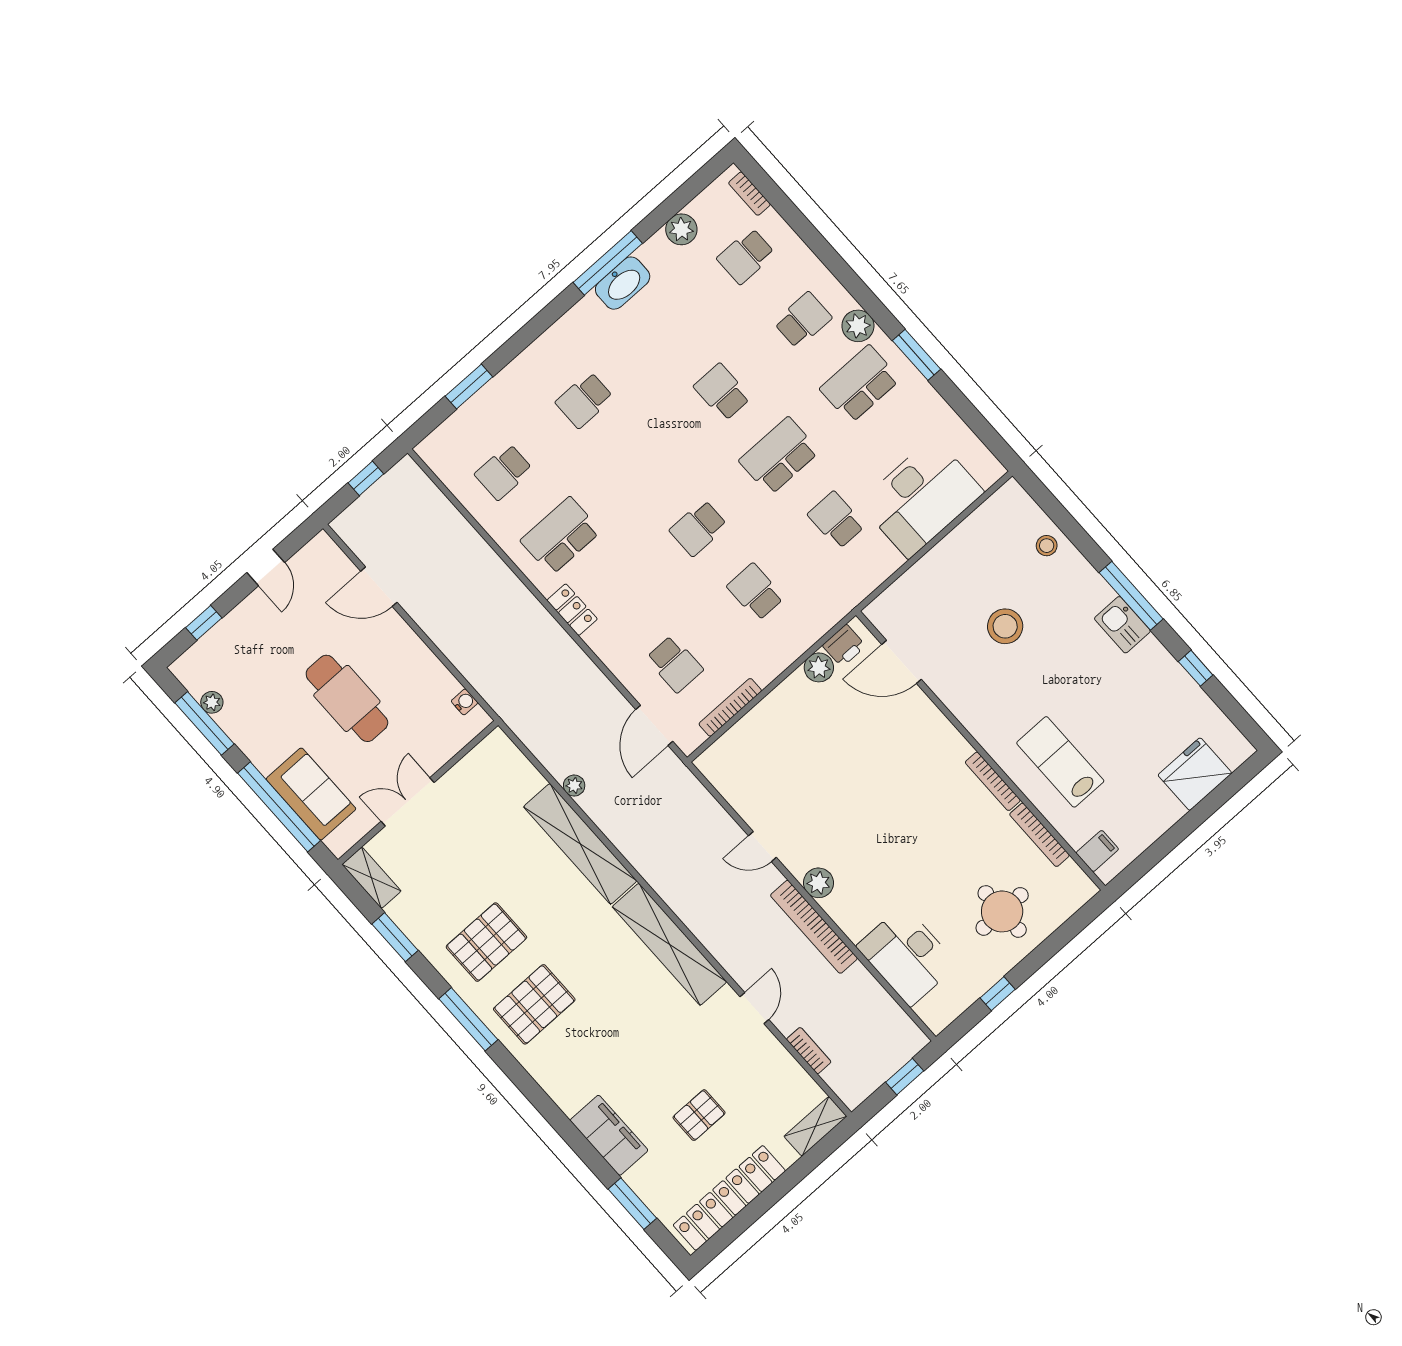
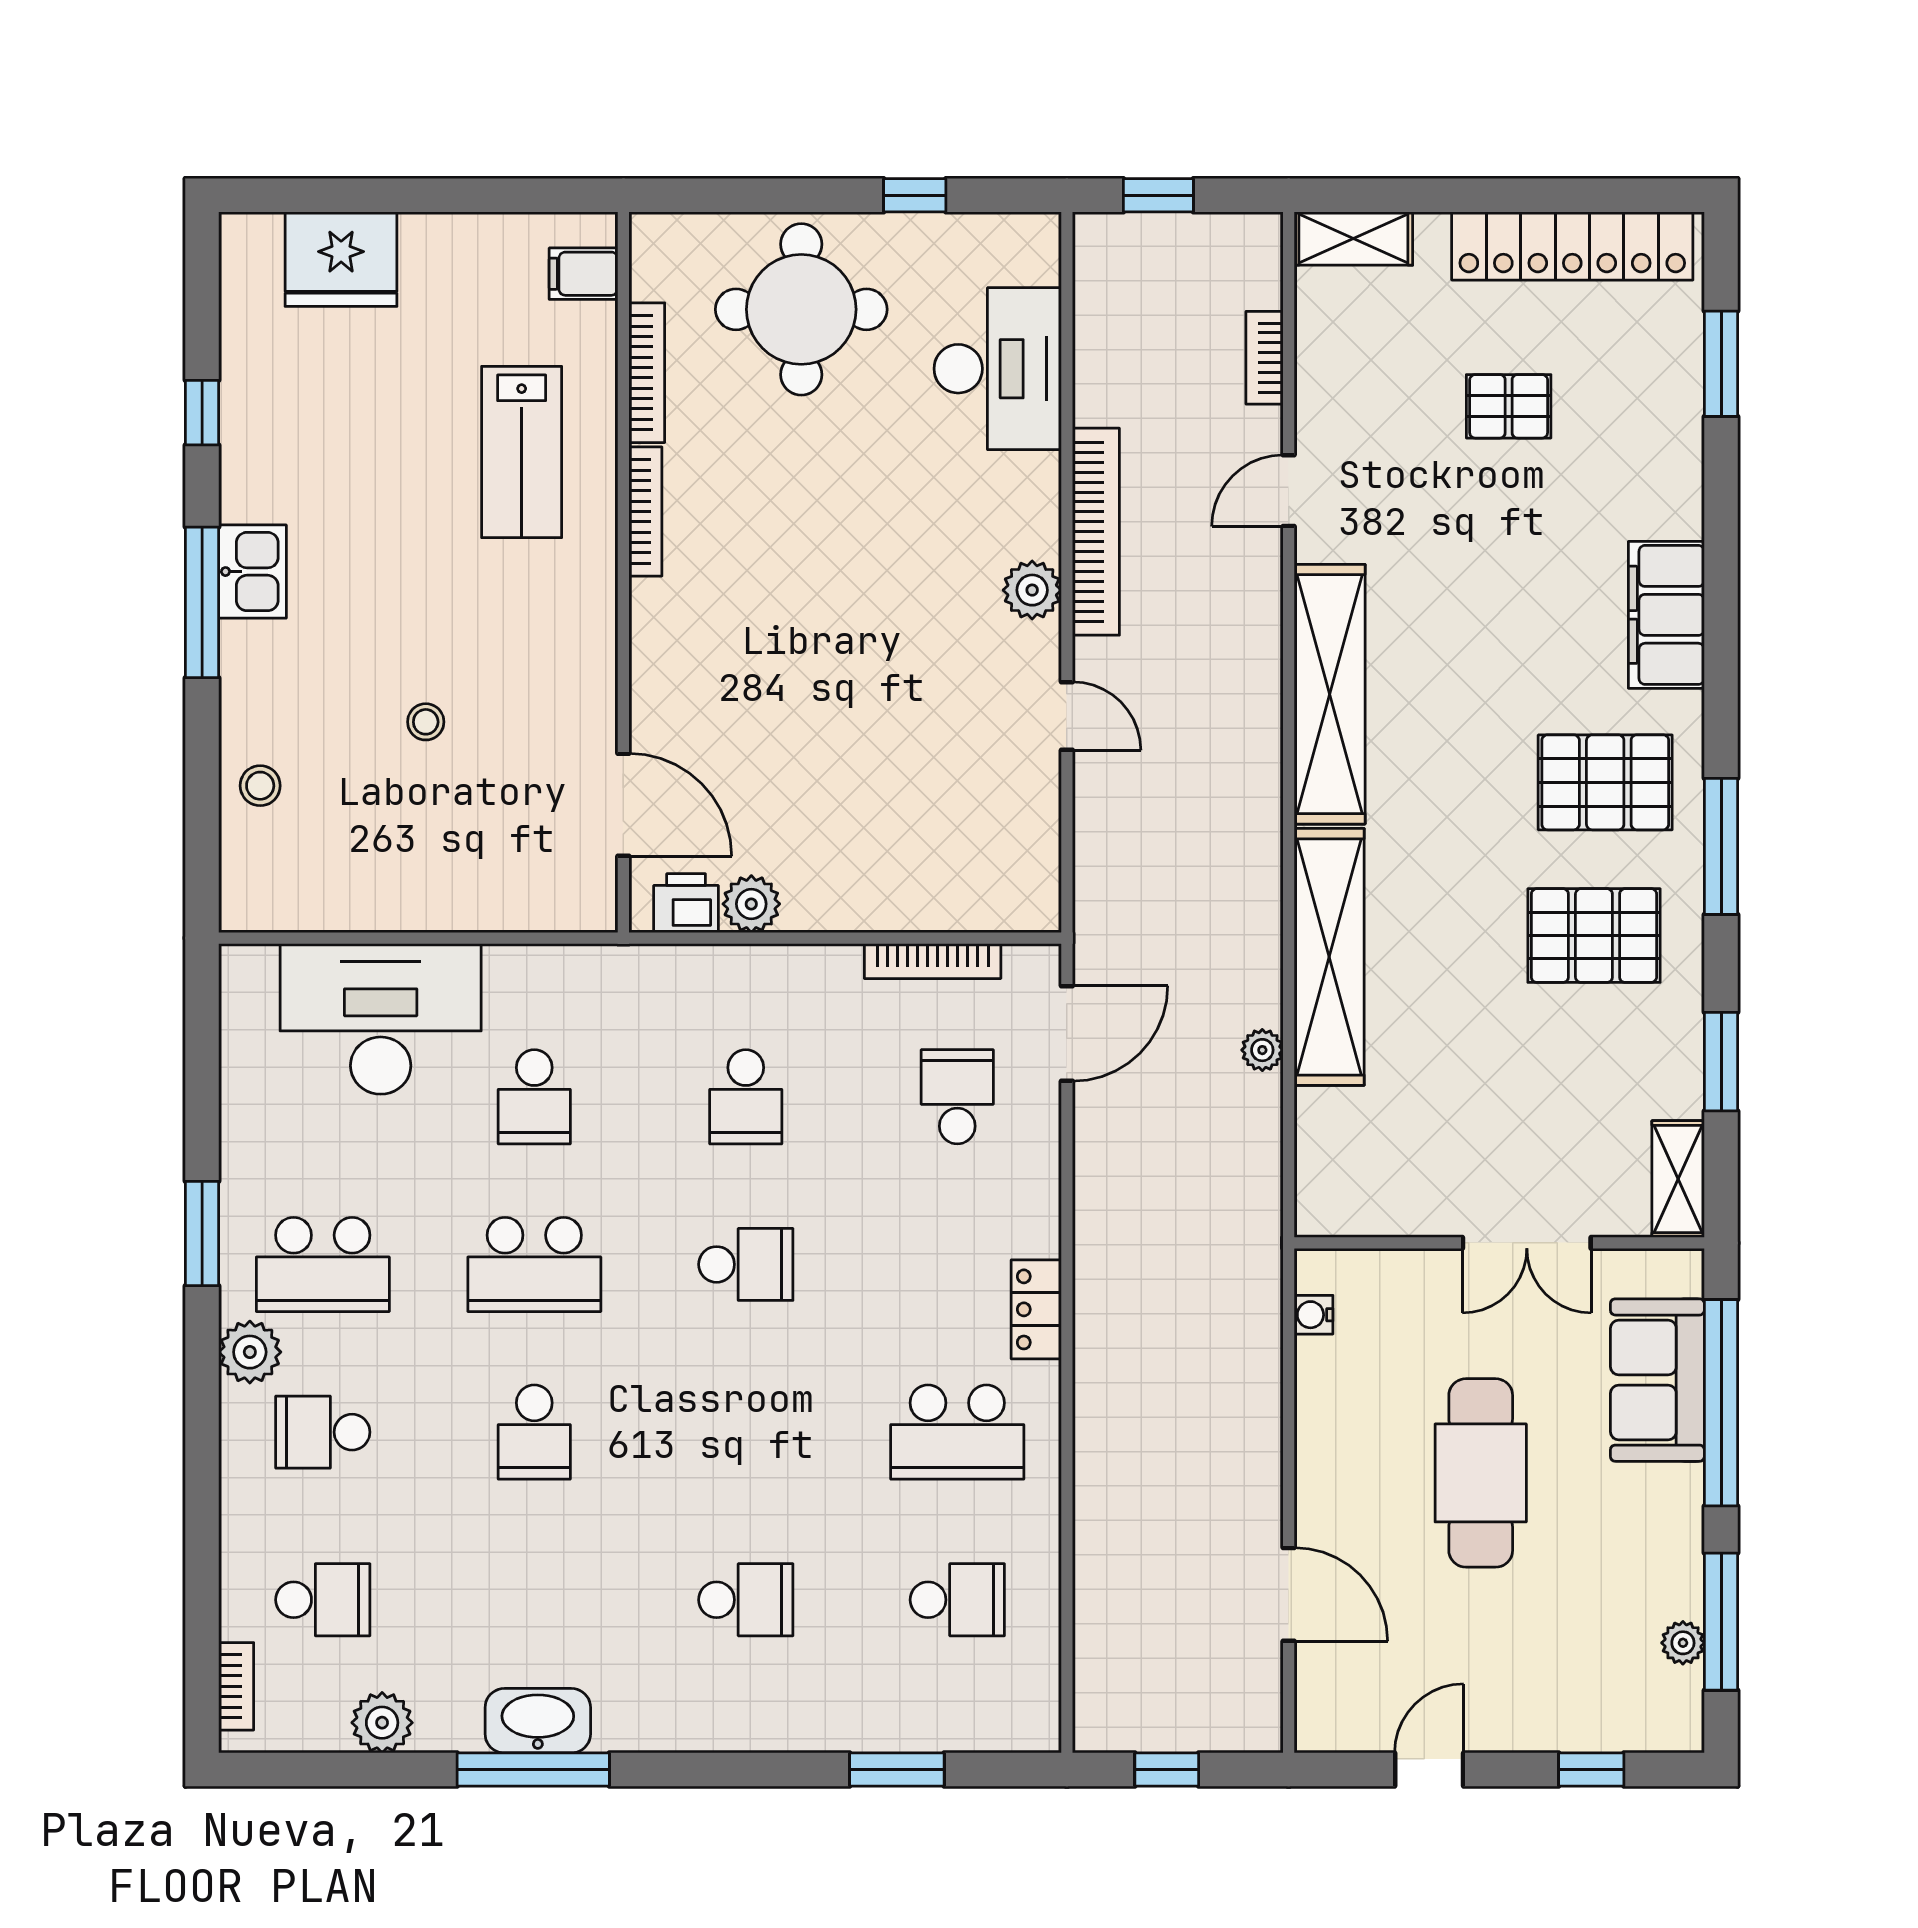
stool: (1005, 626) -> (426, 722), width x0.53, depth x0.53
round table: (1002, 911) -> (801, 309), width x1.36, depth x1.36
filing cabinet: (609, 1135) -> (1666, 615), moved

